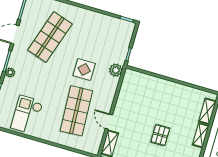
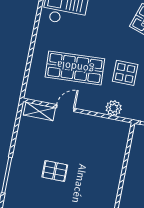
plant: (116, 70) -> (114, 108), moved

